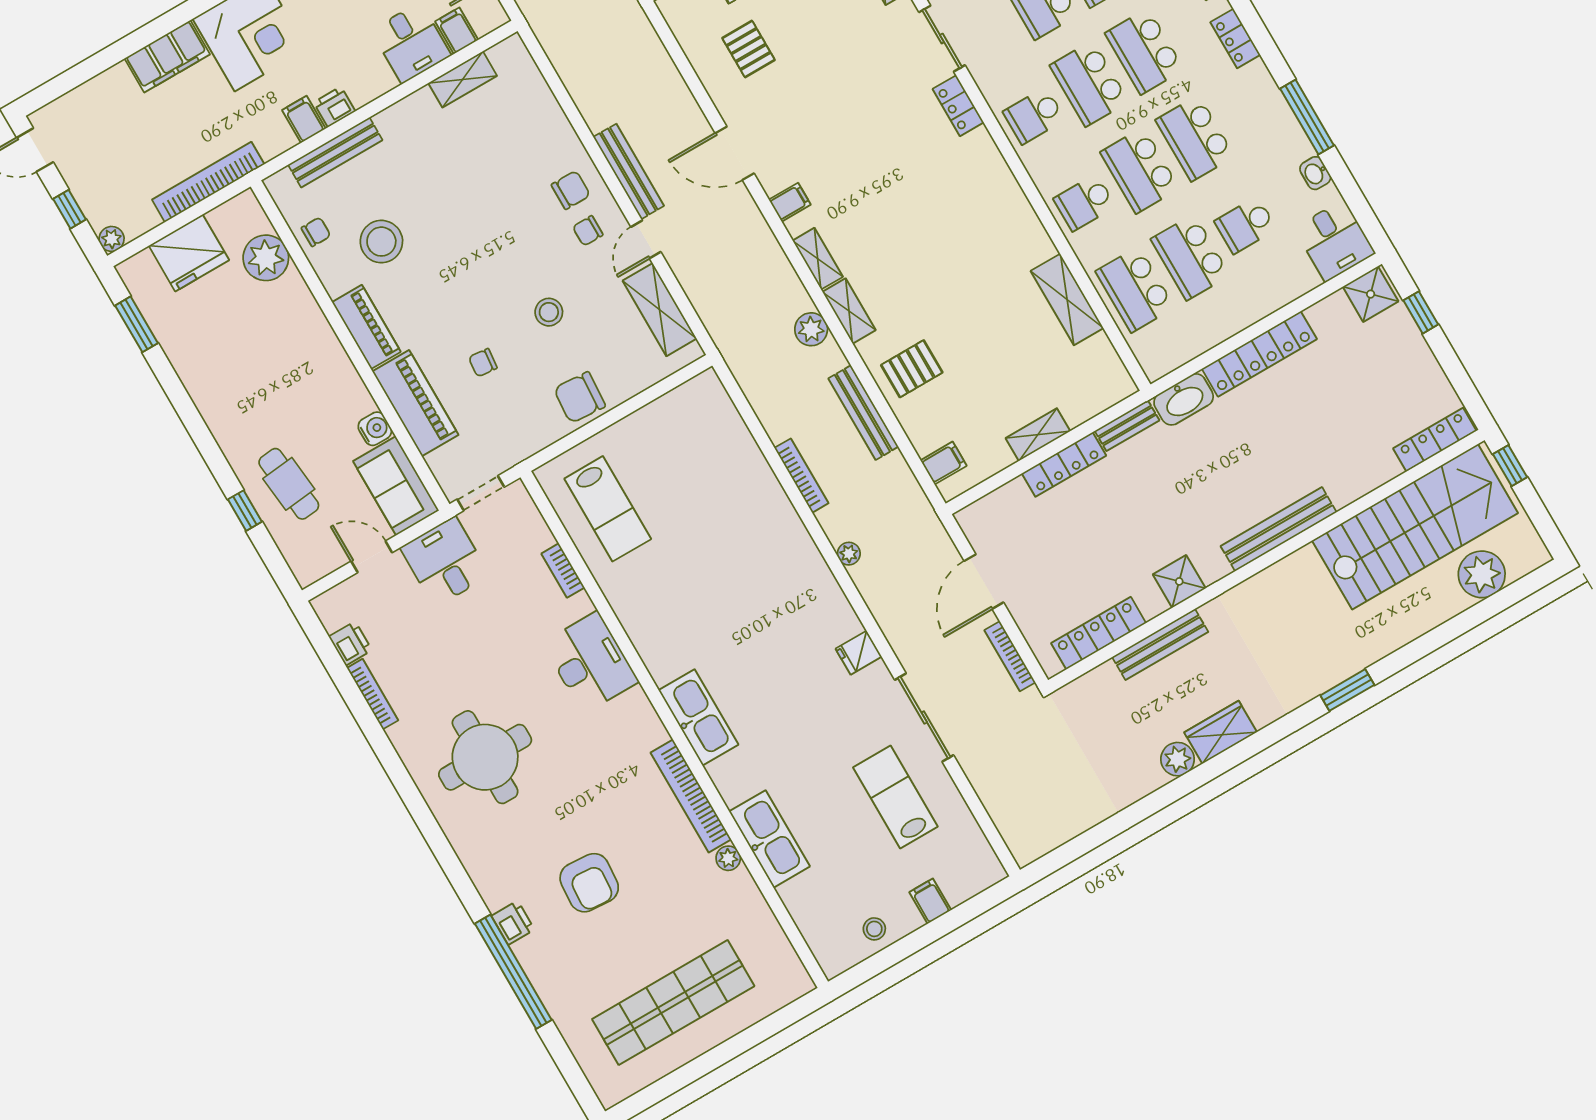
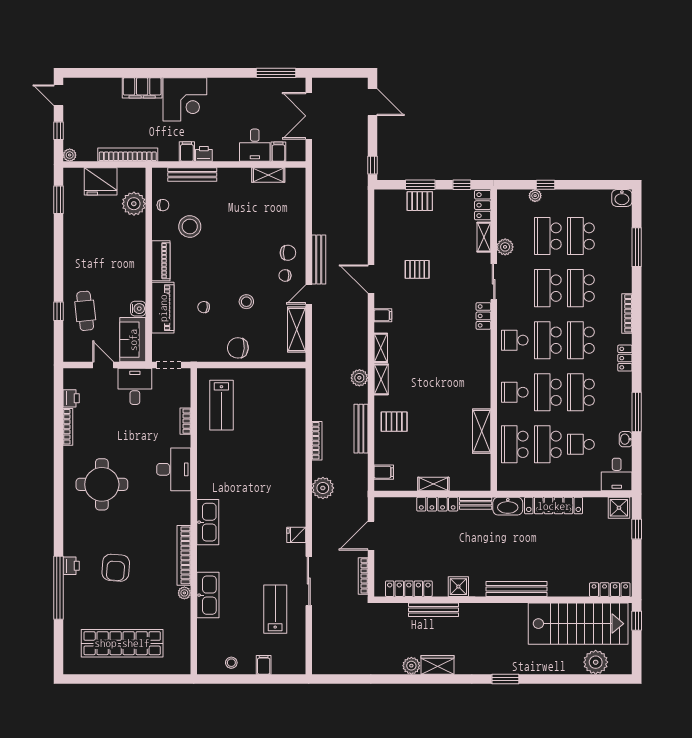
pallet: (748, 49) -> (417, 269), moved, turned 90
plant: (849, 554) -> (323, 488), width x1.88, depth x1.88

